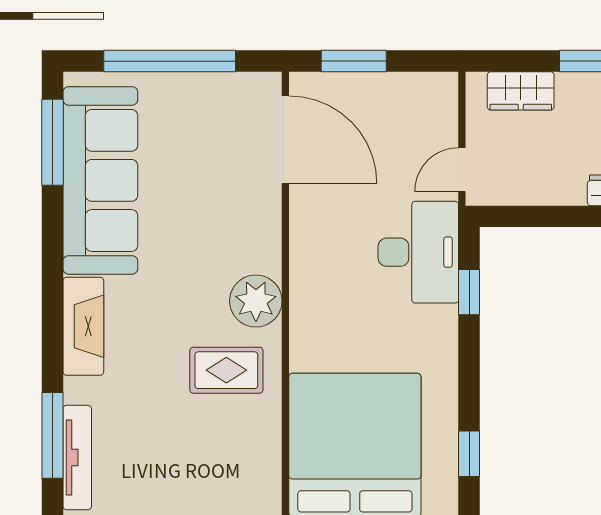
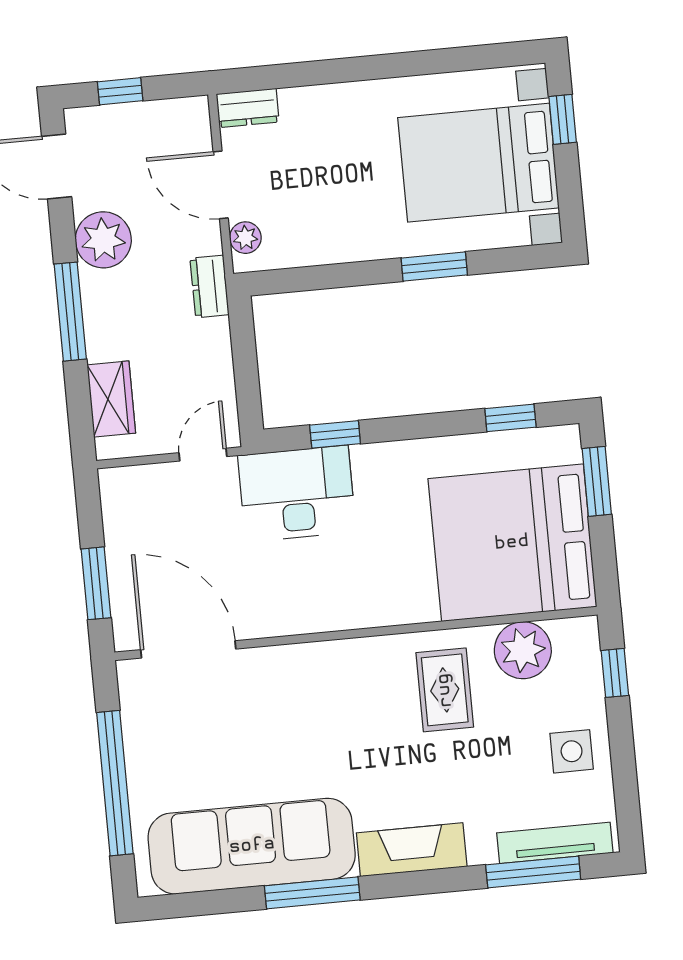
door: (285, 140) -> (188, 649), hinge flipped
window: (52, 142) -> (312, 893), moved
door: (462, 170) -> (203, 455), swing flipped
plant: (256, 301) -> (523, 650), moved
side table: (159, 481) -> (572, 751), added

